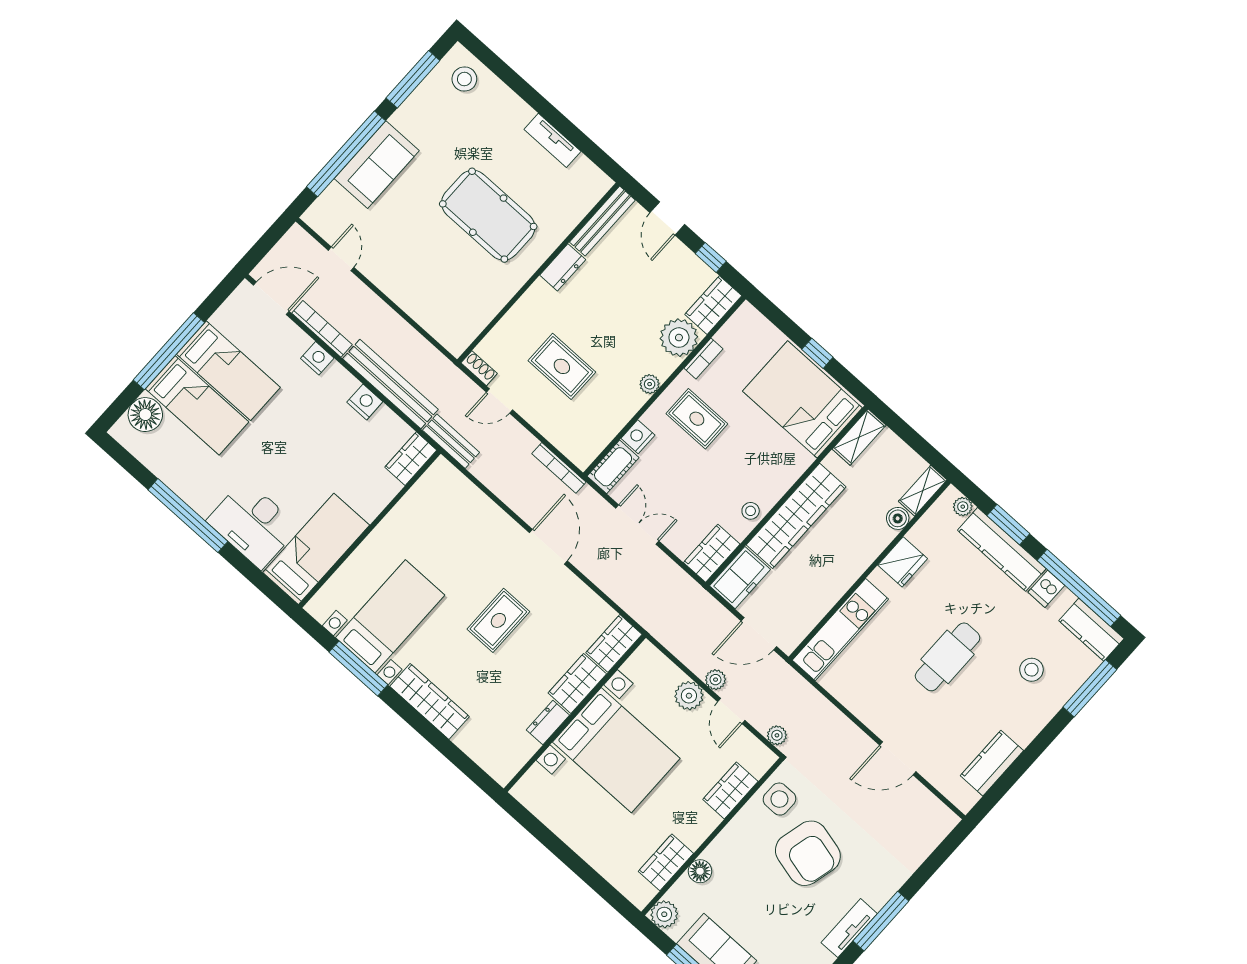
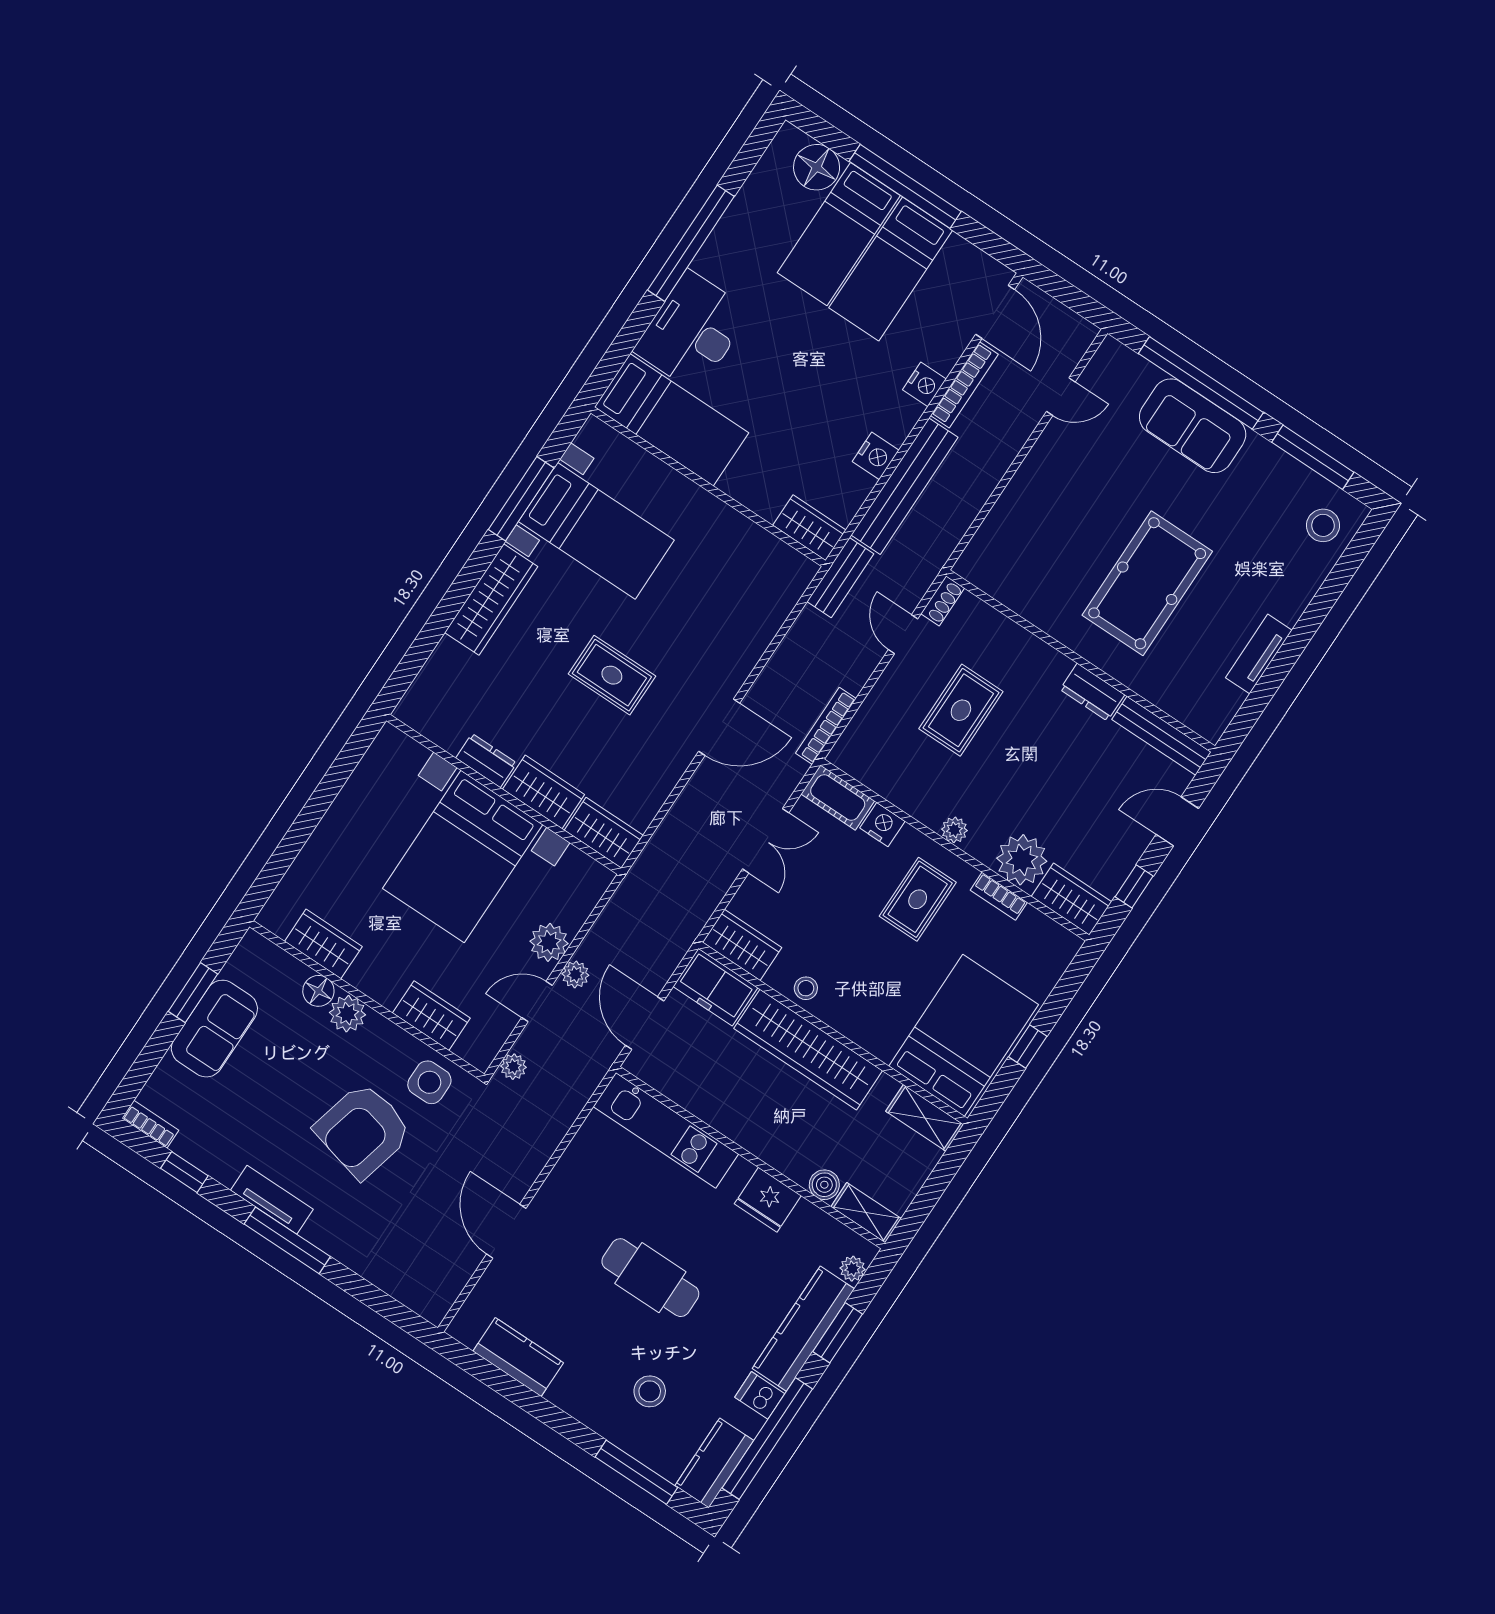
plant: (664, 914) -> (347, 1014), moved

